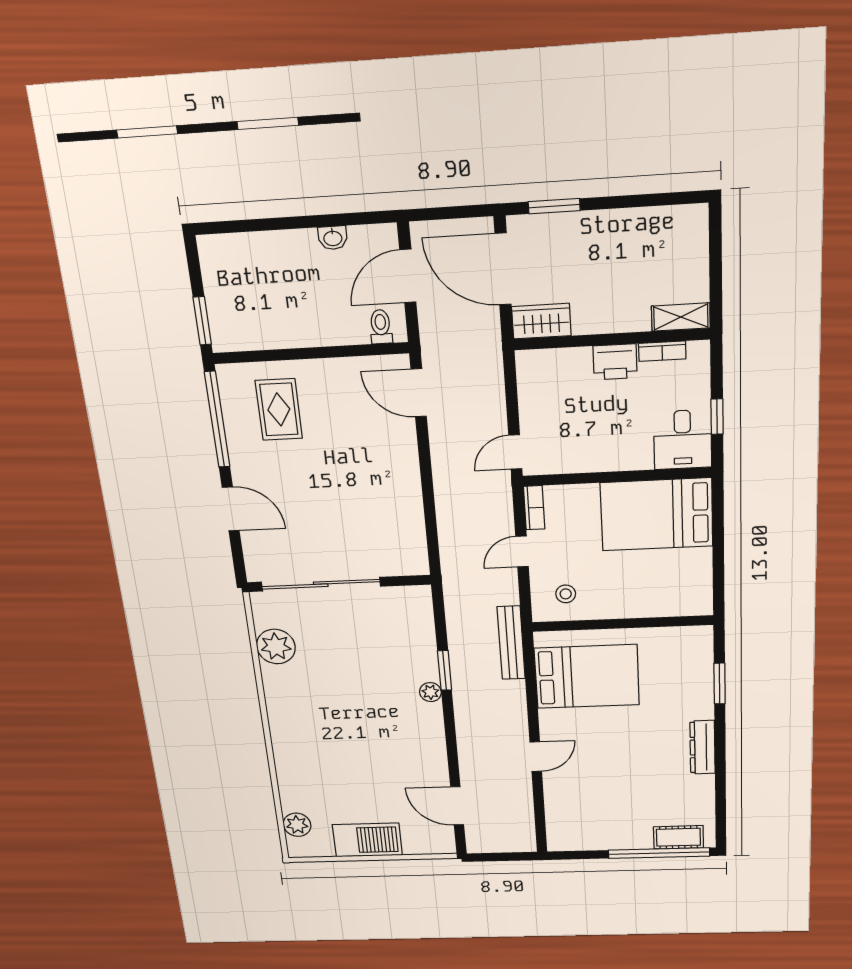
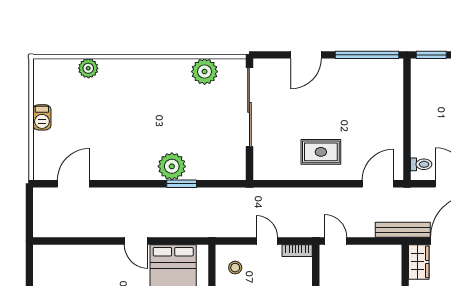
rug: (279, 409) -> (321, 152), moved
bench: (511, 643) -> (403, 230), moved
plant: (430, 692) -> (172, 166), width x1.88, depth x1.88
door: (536, 757) -> (136, 241), moved
plant: (297, 825) -> (88, 68), moved
barbecue: (367, 840) -> (42, 117), width x0.53, depth x0.65

